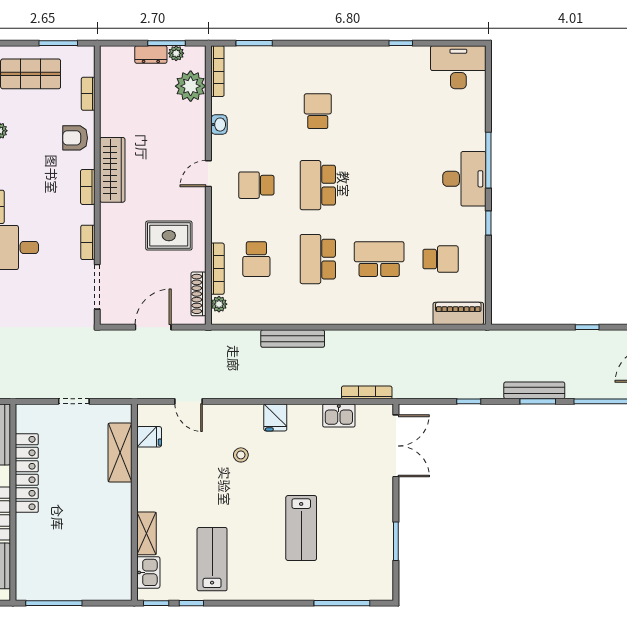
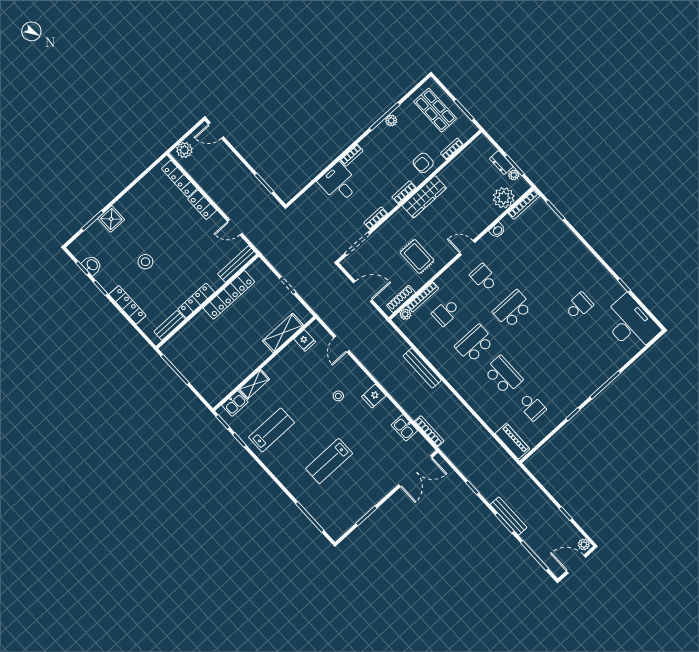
desk: (458, 67) -> (630, 324), width x1.36, depth x1.30
school desk: (318, 111) -> (579, 306), moved
armchair: (75, 138) -> (423, 163), turned -90
desk: (464, 179) -> (584, 381), removed

